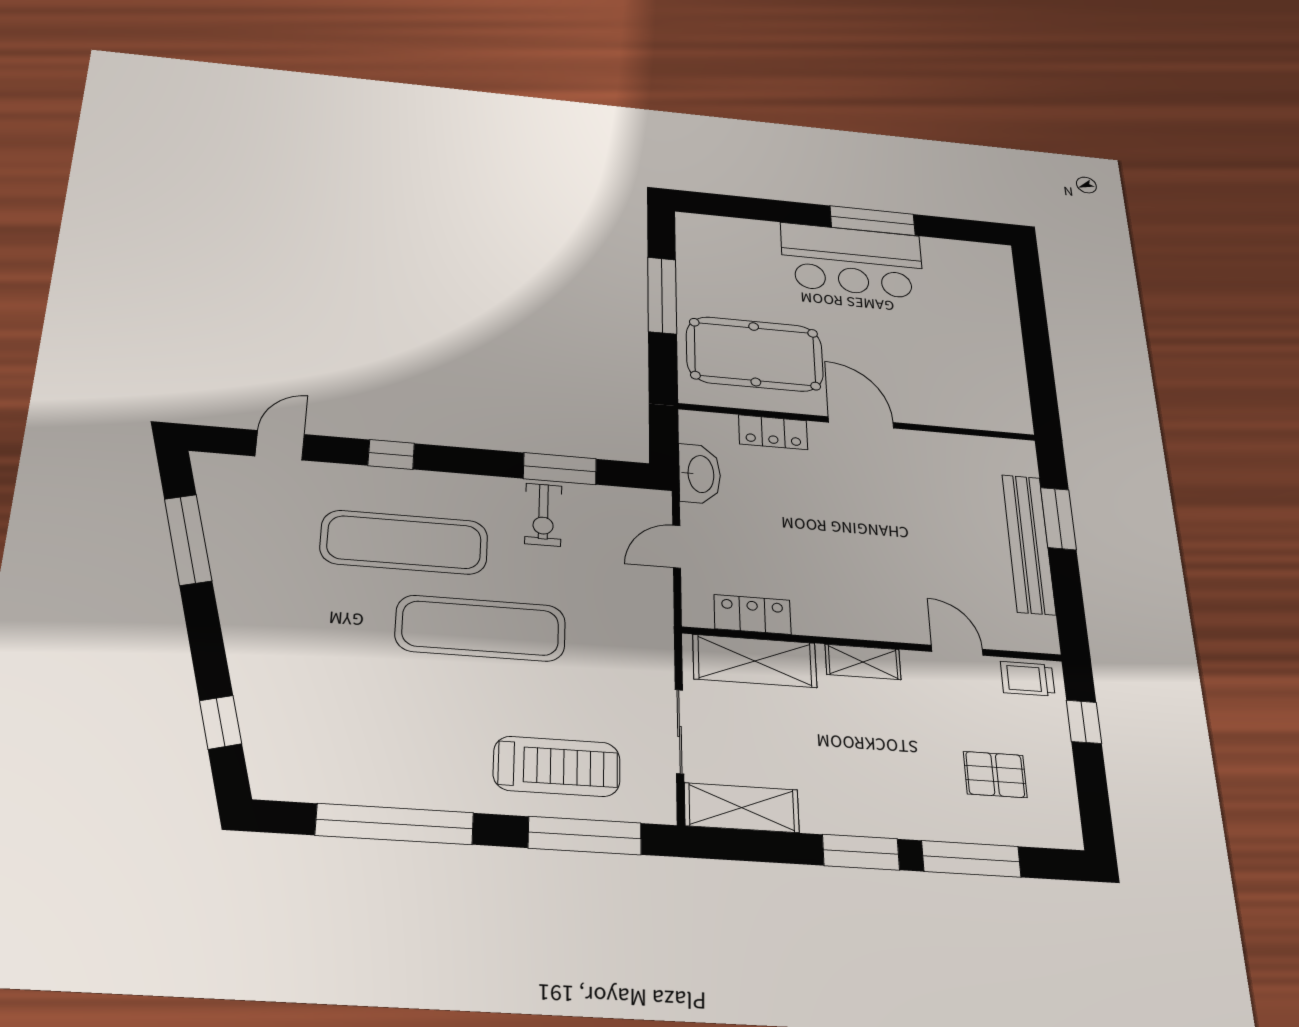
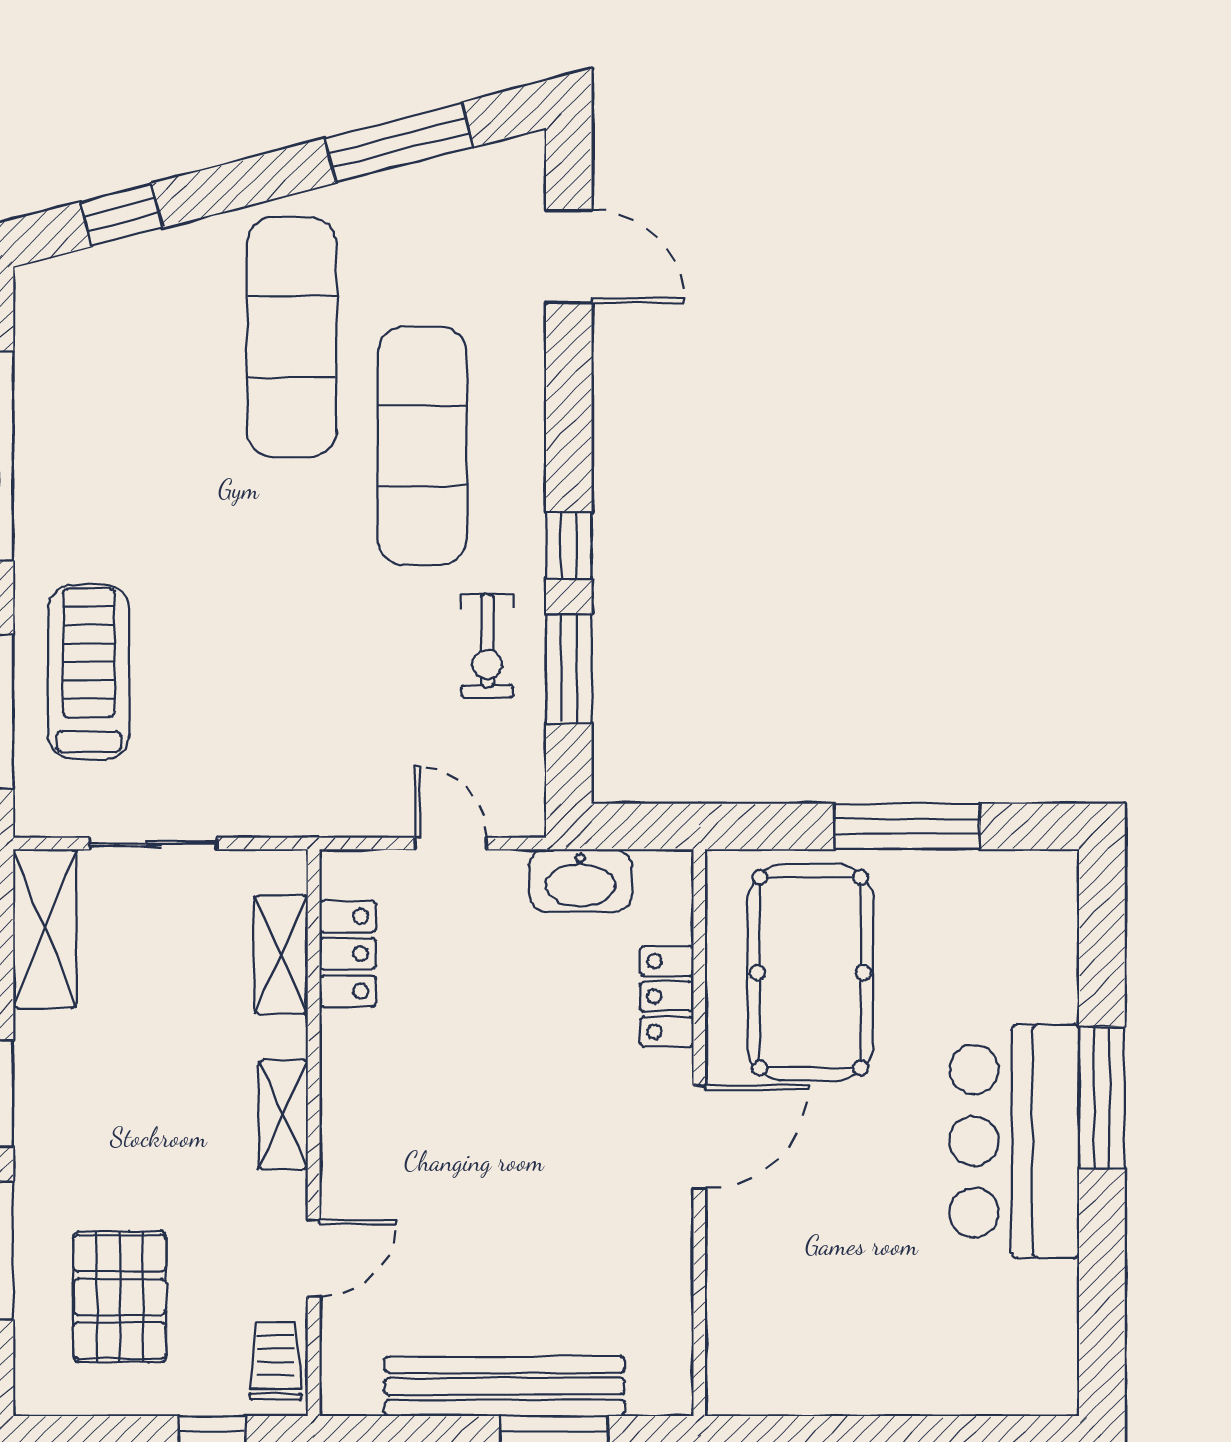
window: (873, 221) -> (1102, 1098), moved
door: (280, 445) -> (569, 257), width x1.37
window: (391, 455) -> (569, 545), moved
exercise bike: (543, 515) -> (487, 646), turned -90
exercise mat: (481, 628) -> (291, 337), moved
shelving: (755, 661) -> (281, 955), width x0.67, depth x0.75
treadmill: (557, 766) -> (89, 672), turned 180
pallet: (995, 775) -> (120, 1297), width x1.50, depth x1.42

